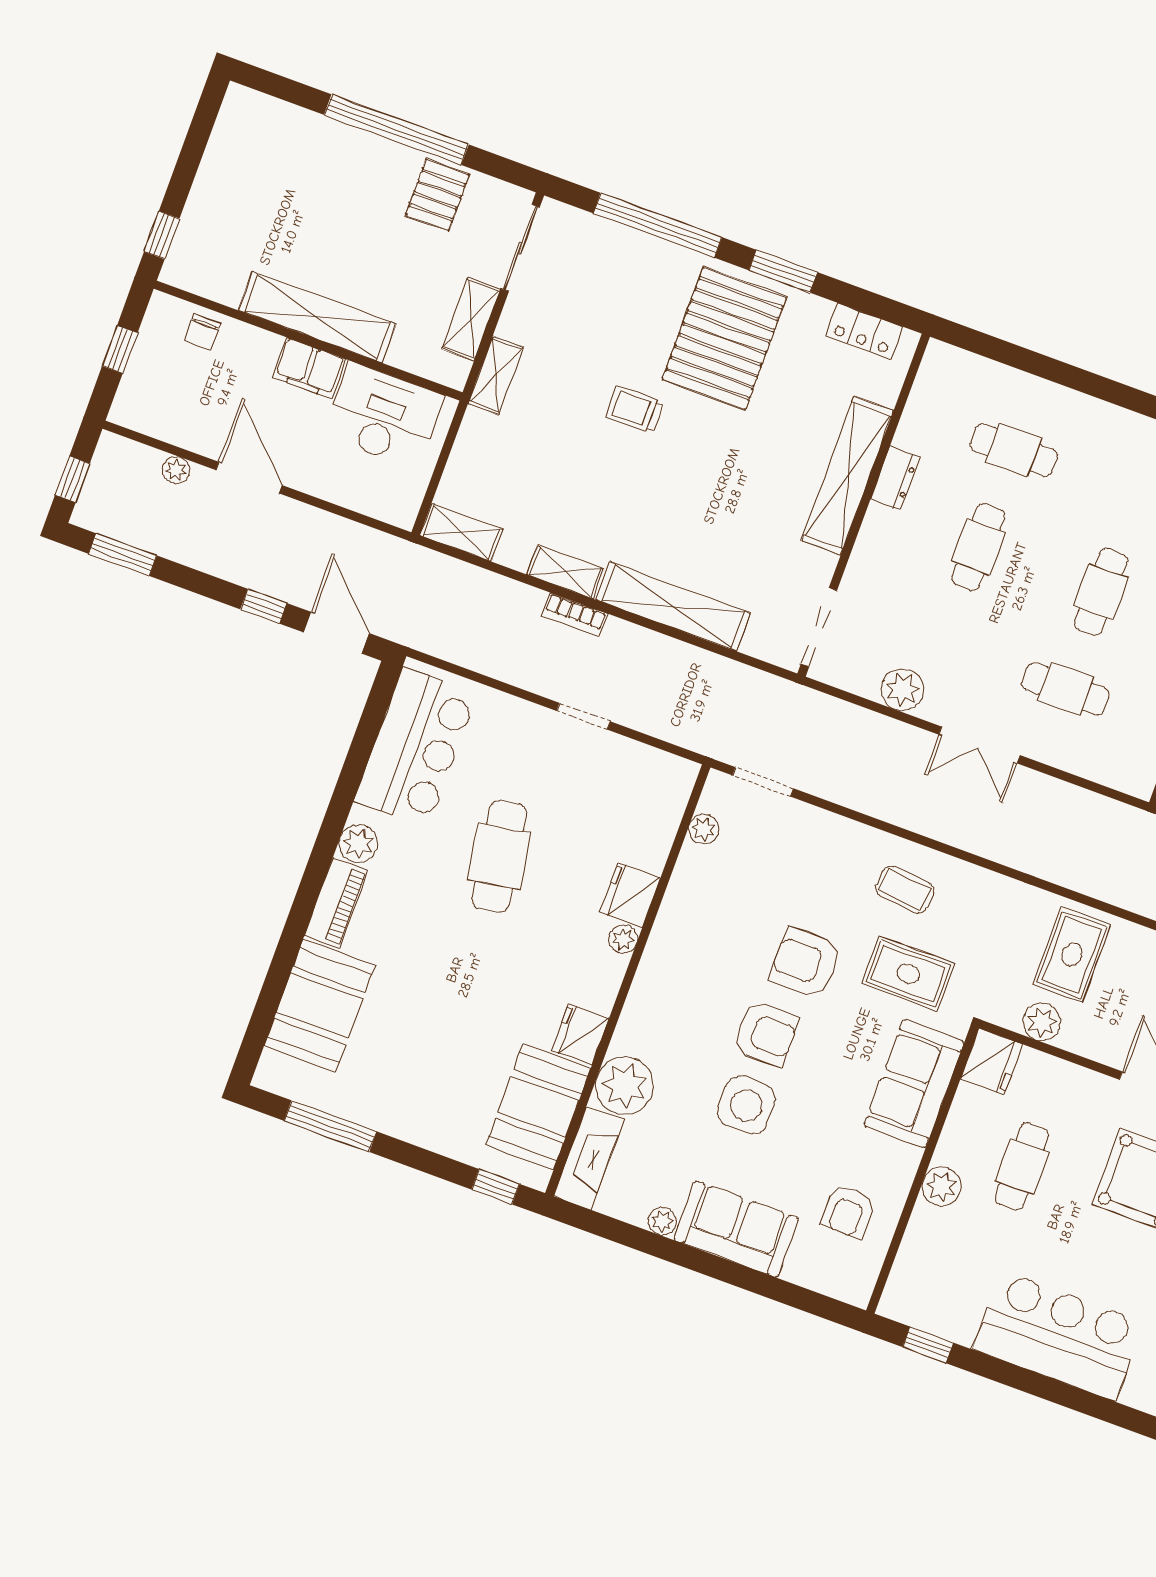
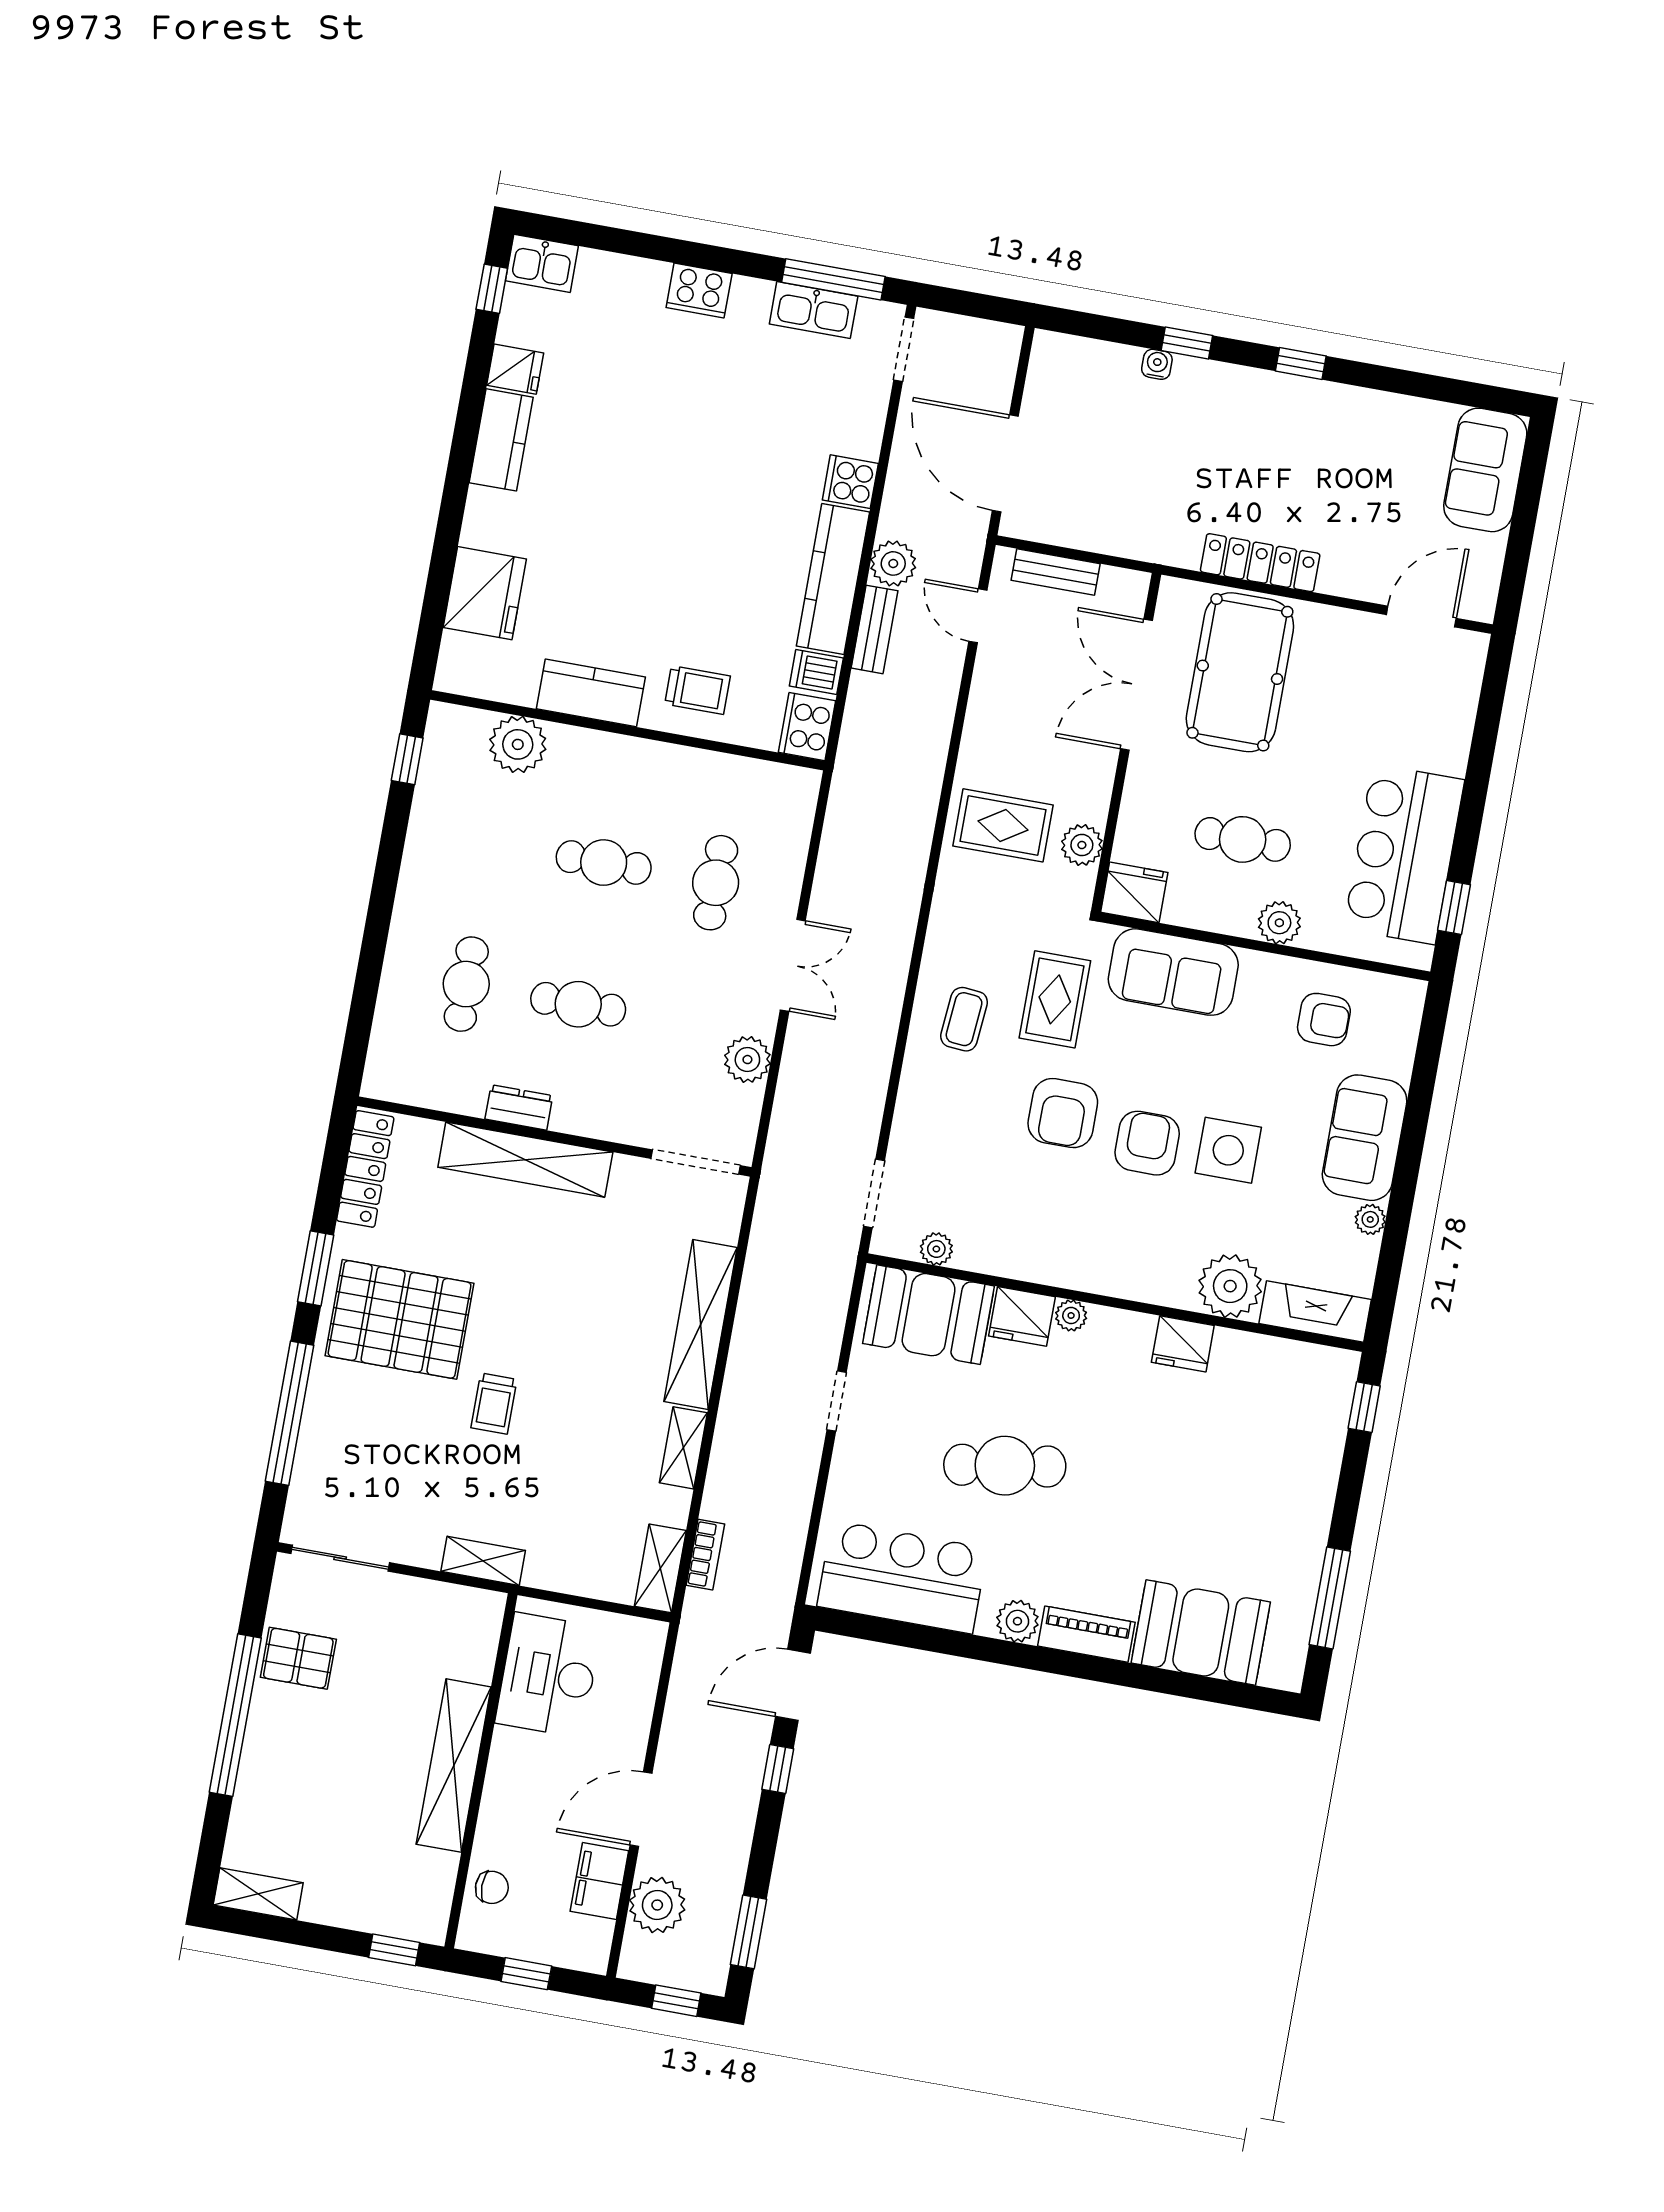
shelving: (471, 319) -> (258, 1894), moved
locker: (864, 331) -> (365, 1169), width x1.53
filing cabinet: (309, 368) -> (599, 1881), moved, turned 180
plant: (176, 470) -> (657, 1905), width x1.88, depth x1.88
bookcase: (575, 615) -> (705, 1555), moved
booth: (538, 1107) -> (929, 1315), moved
bar counter: (1059, 1336) -> (1404, 854), moved

